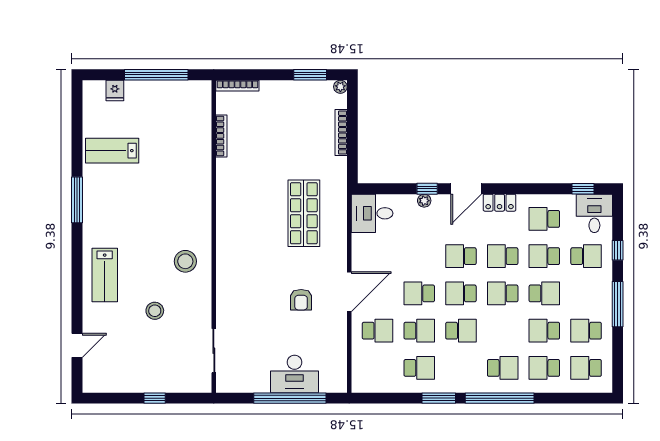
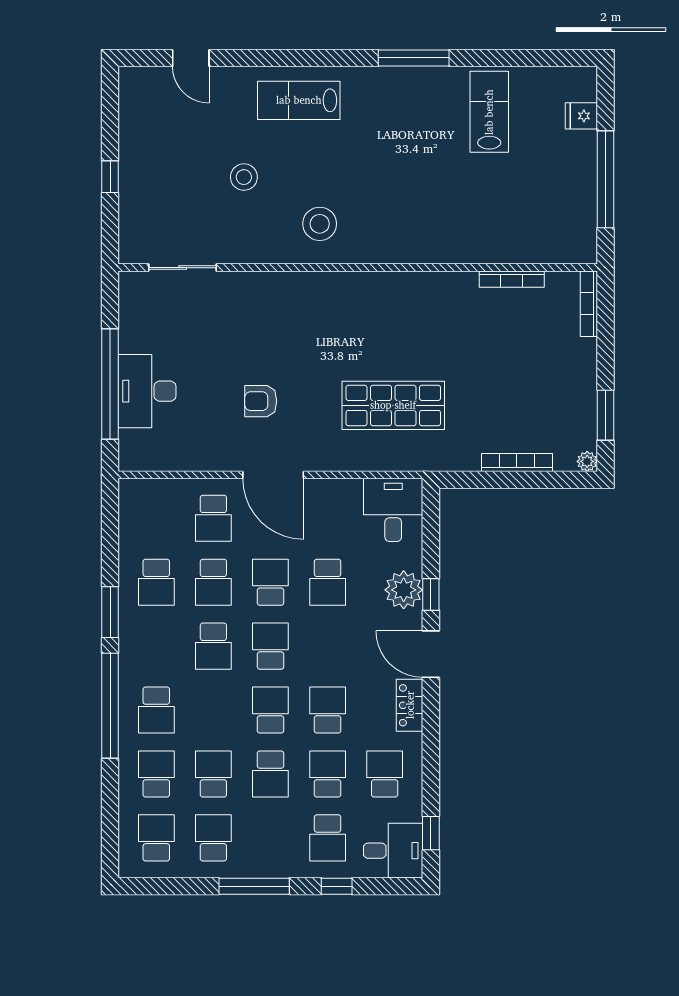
plant: (424, 201) -> (404, 590), width x1.88, depth x1.88
school desk: (461, 256) -> (328, 582), moved, turned 180

